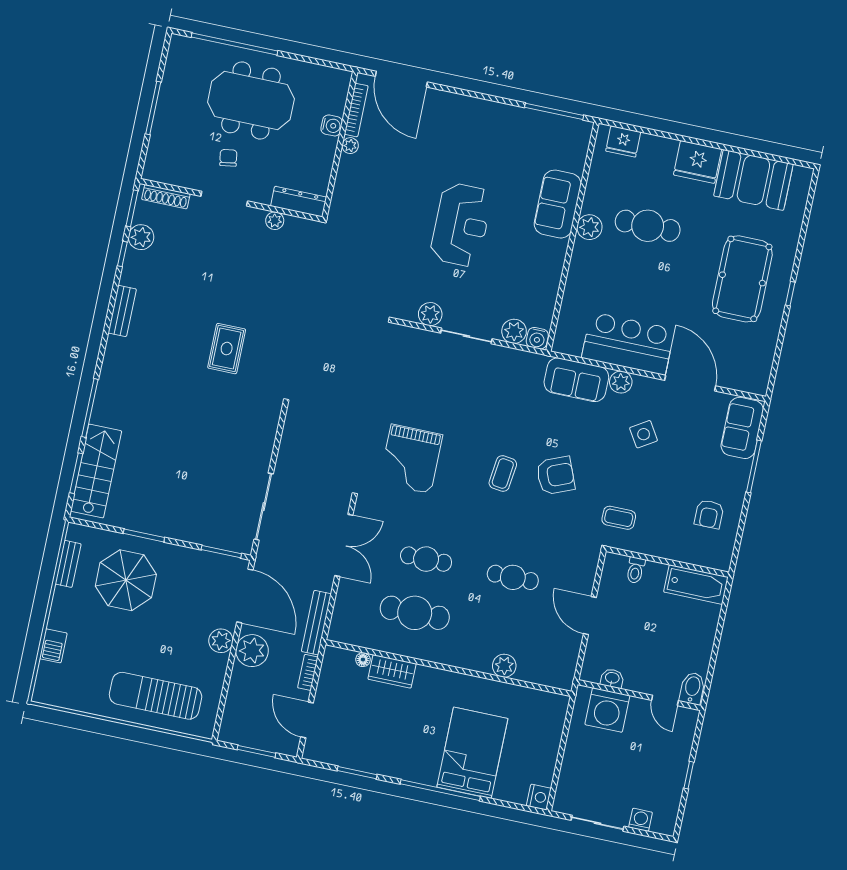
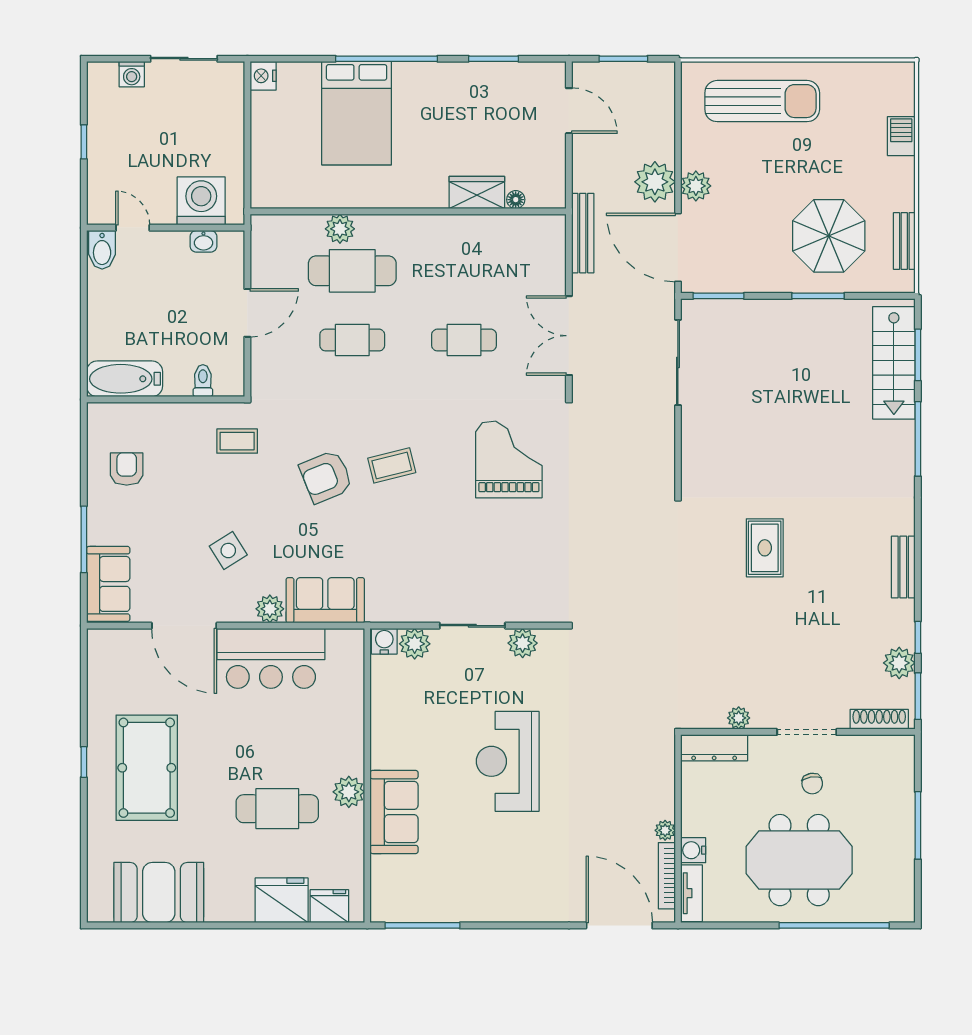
tv unit: (340, 92) -> (692, 893), added
fridge: (698, 162) -> (282, 900), moved
coffee table: (503, 474) -> (392, 465), turned 69
cafe table: (415, 613) -> (352, 271), moved
door: (590, 616) -> (247, 313), hinge flipped
bookcase: (308, 672) -> (580, 169), removed

